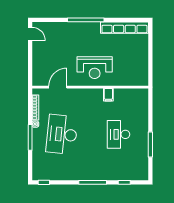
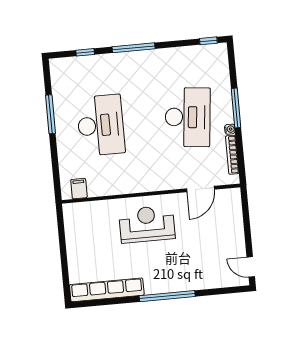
filing cabinet: (108, 95) -> (79, 189), moved
desk: (119, 134) -> (101, 125), width x1.36, depth x1.30

